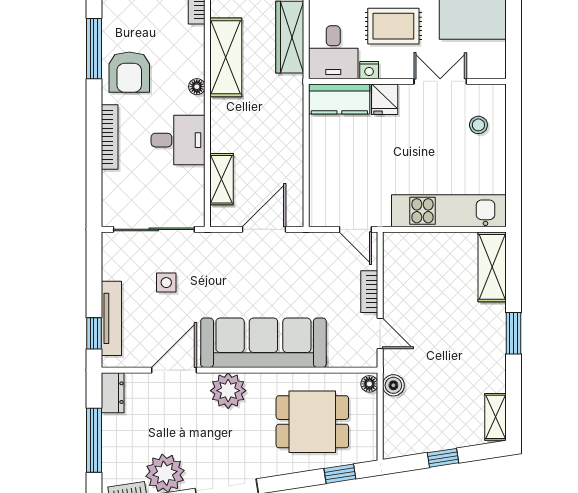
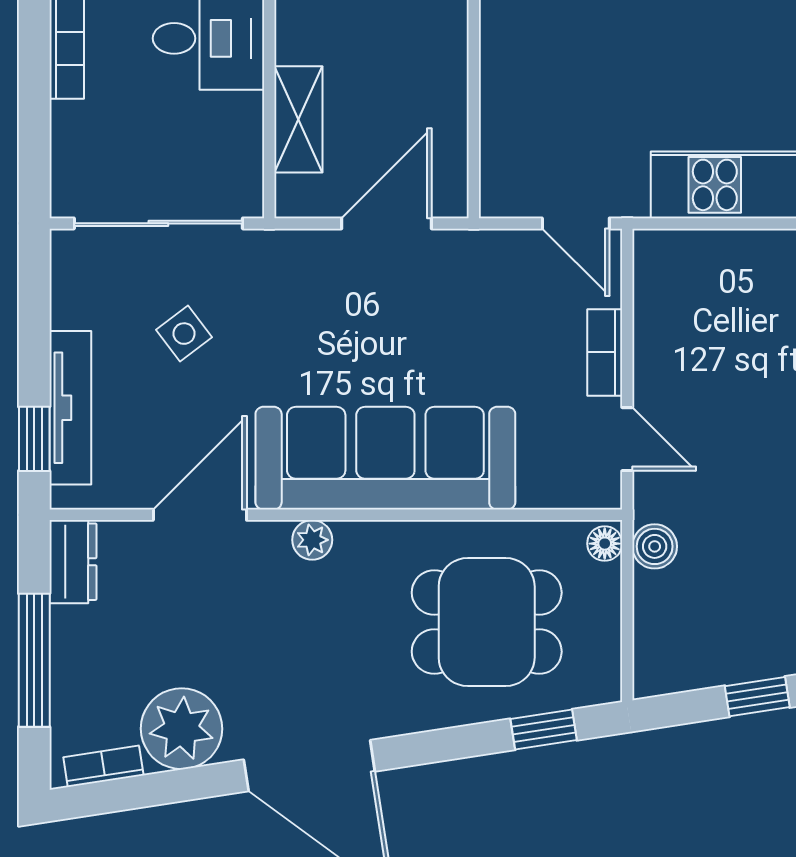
side table: (166, 283) -> (184, 334), turned -37
plant: (228, 391) -> (312, 540), width x0.53, depth x0.53

